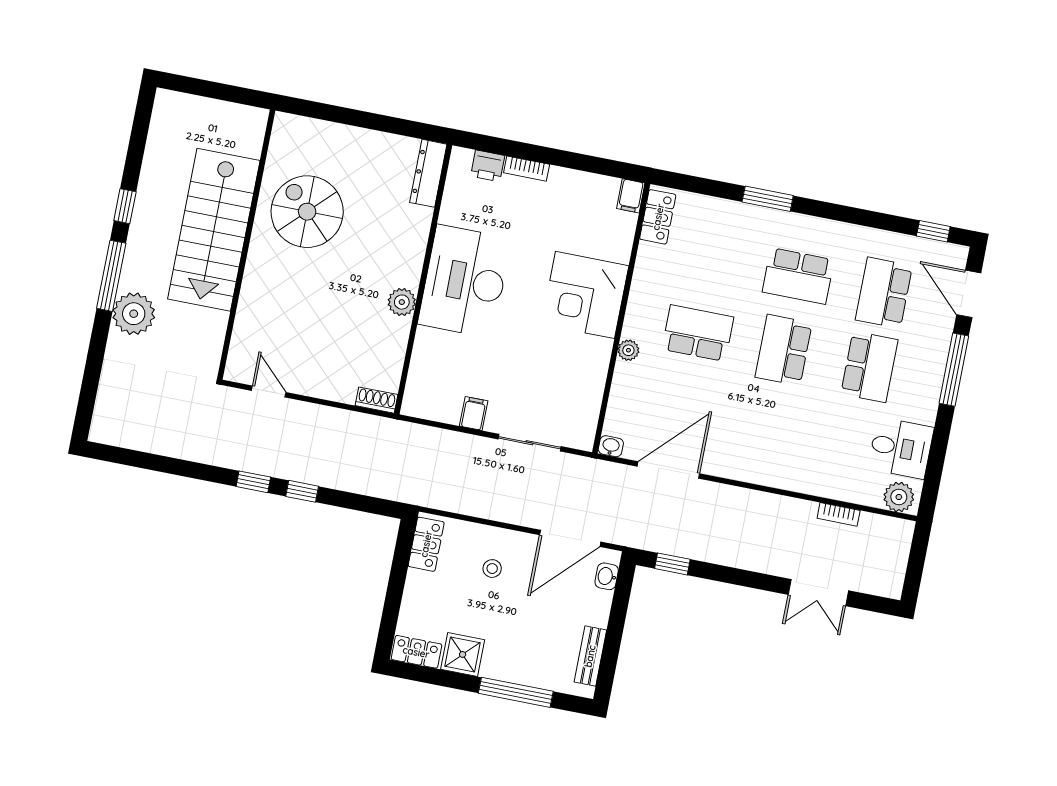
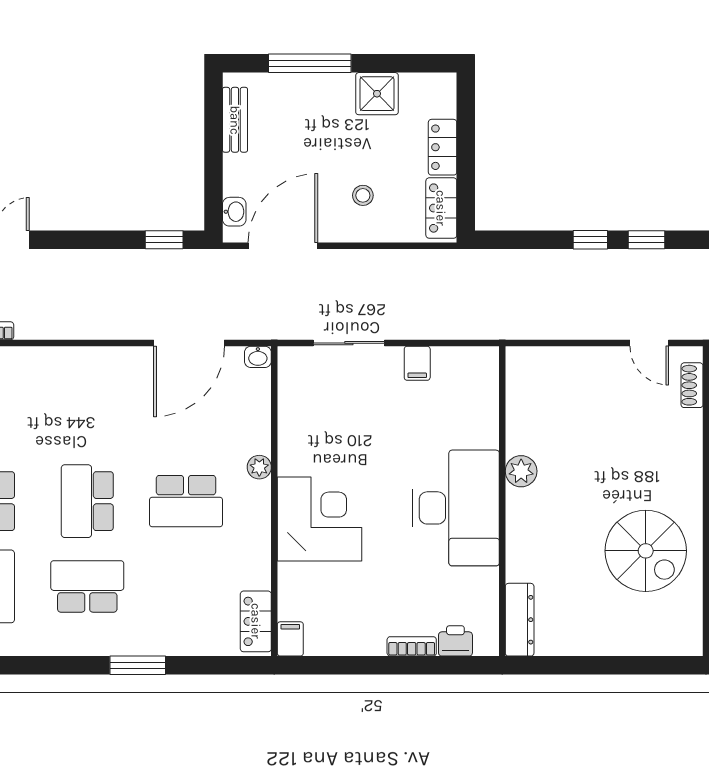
school desk: (784, 350) -> (87, 501), turned 180
shoe rack: (376, 400) -> (692, 385), moved, turned 90
locker: (416, 652) -> (443, 147), moved, turned 90

